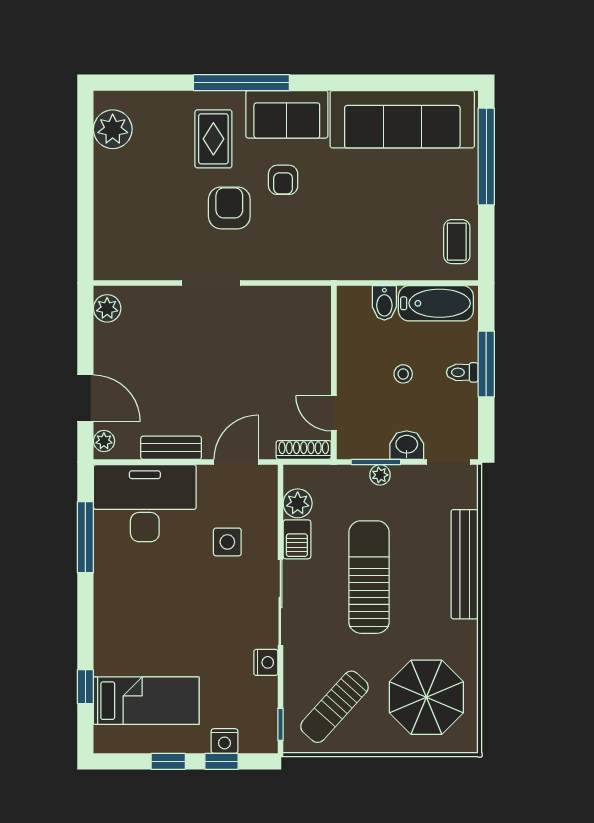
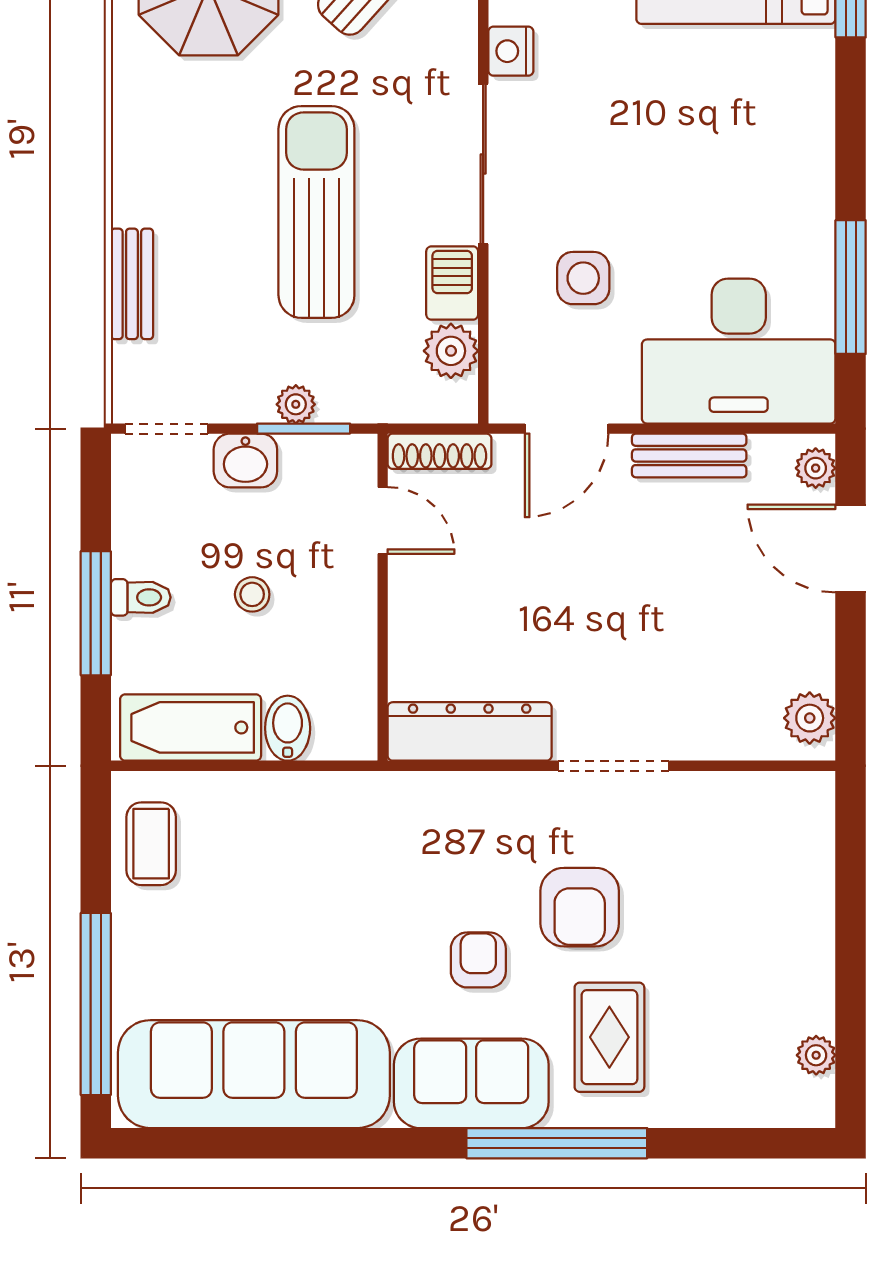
plant: (113, 129) -> (816, 1055), width x0.53, depth x0.53
dresser: (288, 301) -> (470, 731), added
bench: (465, 564) -> (132, 284), width x0.54, depth x0.82
sun lounger: (369, 577) -> (316, 212), turned 180

